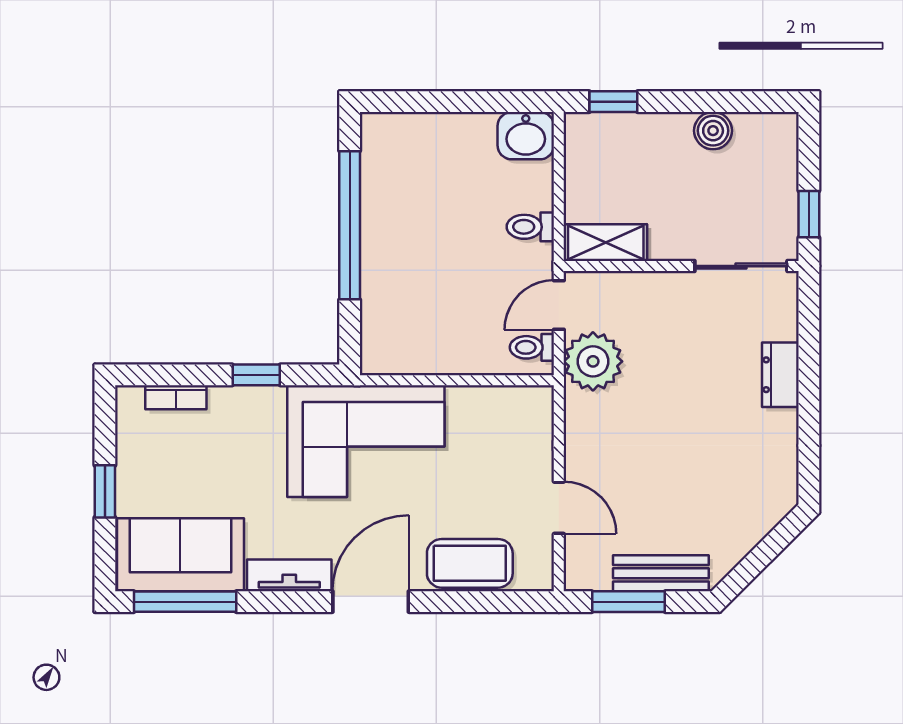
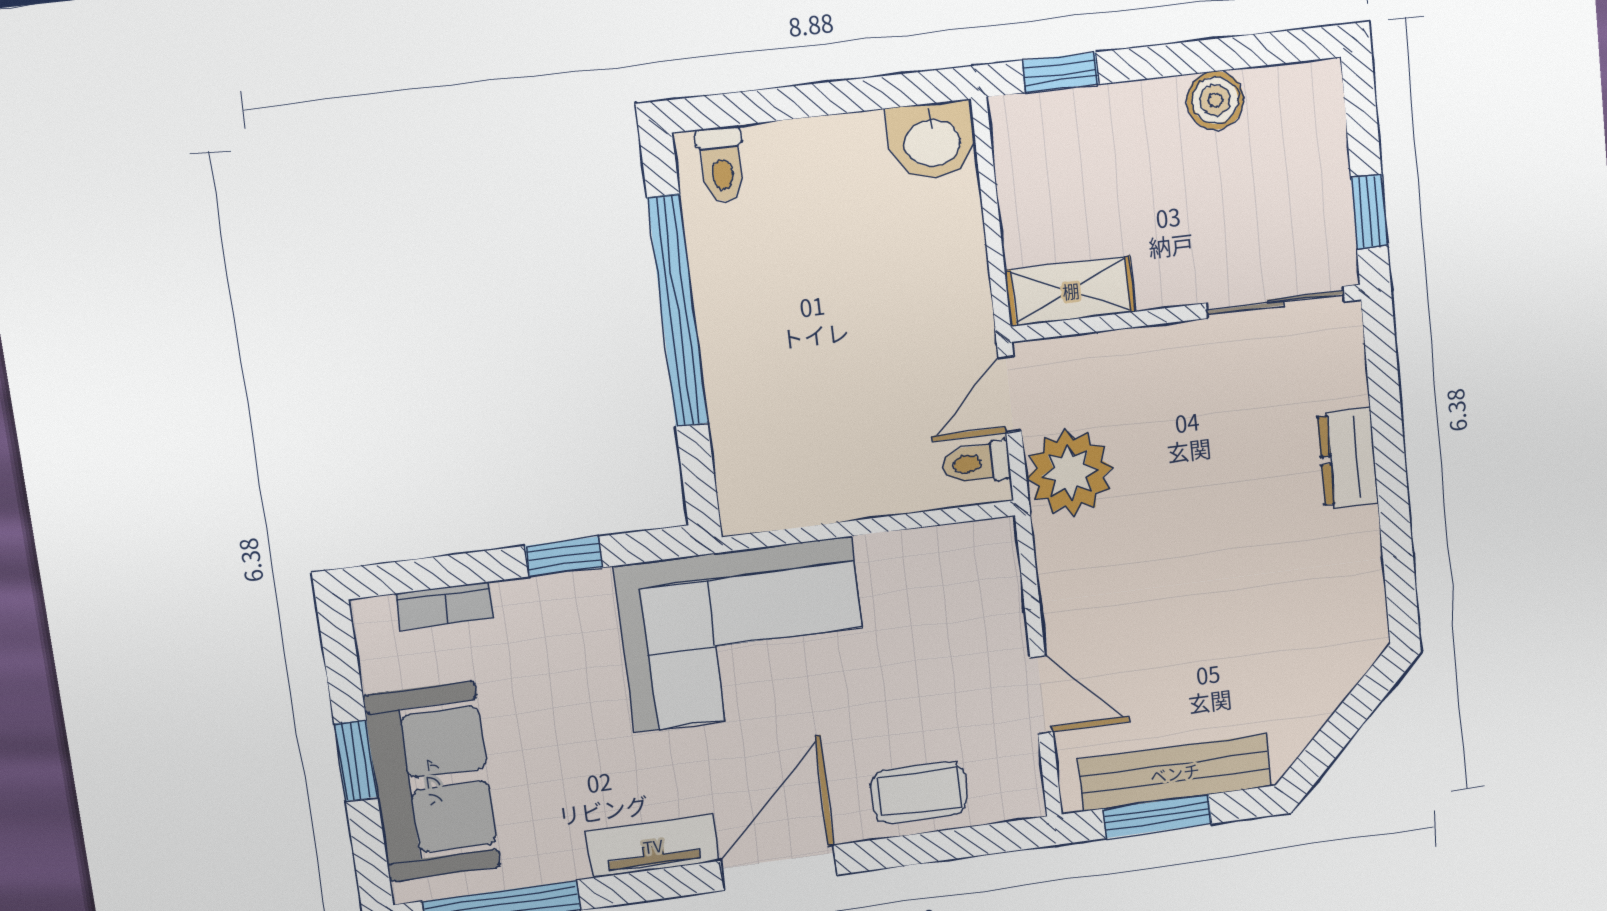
toilet: (530, 227) -> (721, 164), moved, turned -90
sofa: (180, 555) -> (432, 782), moved, turned 90
coffee table: (470, 563) -> (919, 793), width x0.73, depth x0.77
bench: (661, 573) -> (1175, 773), width x1.36

